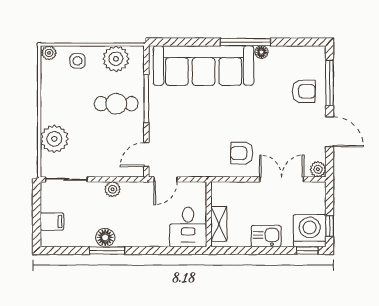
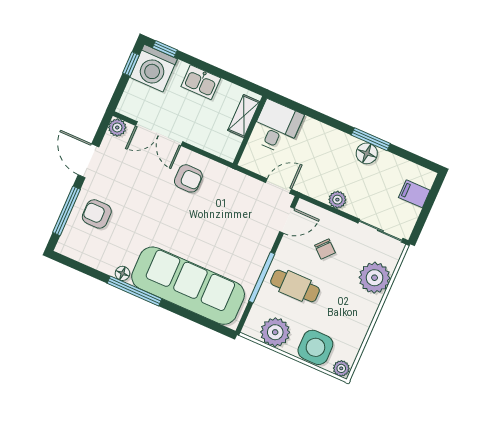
side table: (78, 61) -> (315, 347), width x1.87, depth x1.87
chair: (105, 145) -> (325, 249), added

